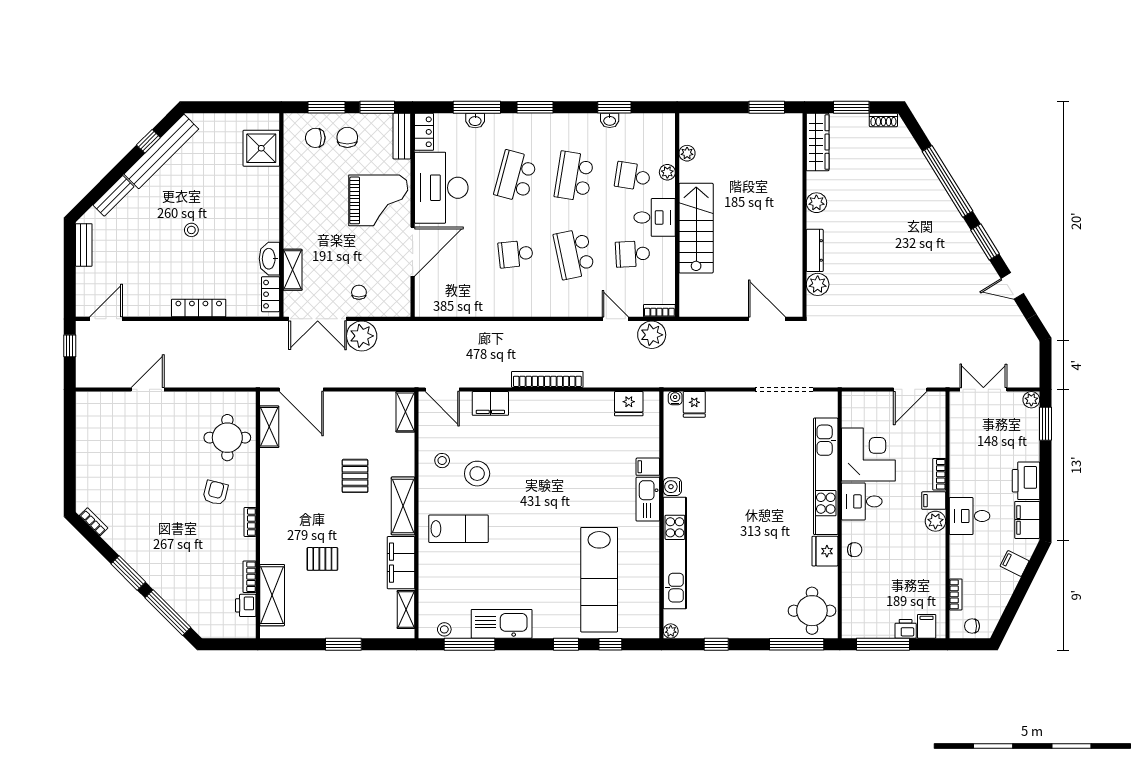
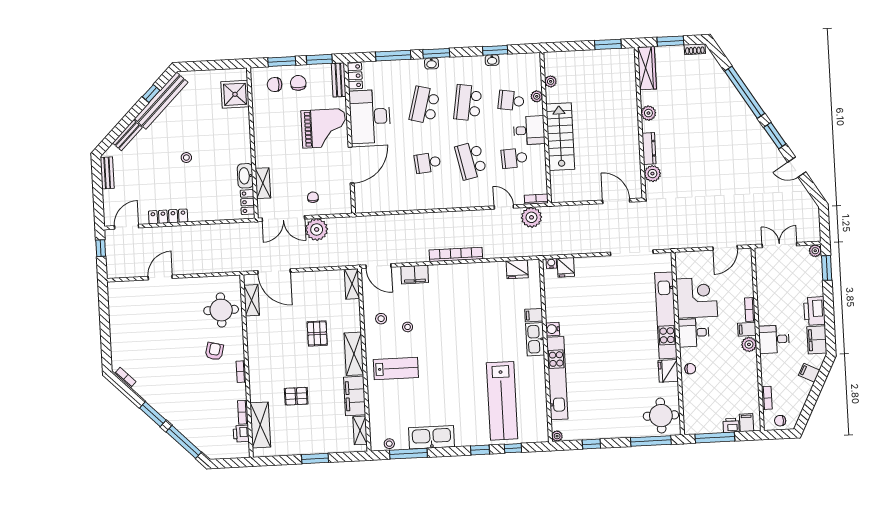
washbasin: (475, 121) -> (431, 63), moved
locker: (199, 308) -> (168, 216), moved
stool: (477, 474) -> (408, 327), width x0.53, depth x0.53

